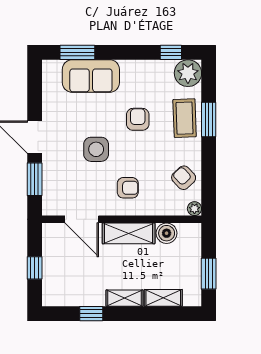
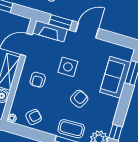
armchair: (138, 119) -> (79, 99), turned -63
fireplace: (52, 191) -> (50, 31), added

